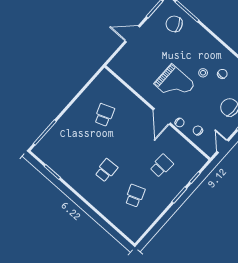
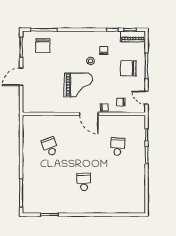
chair: (174, 24) -> (43, 46), turned -66
school desk: (135, 196) -> (118, 182), removed

